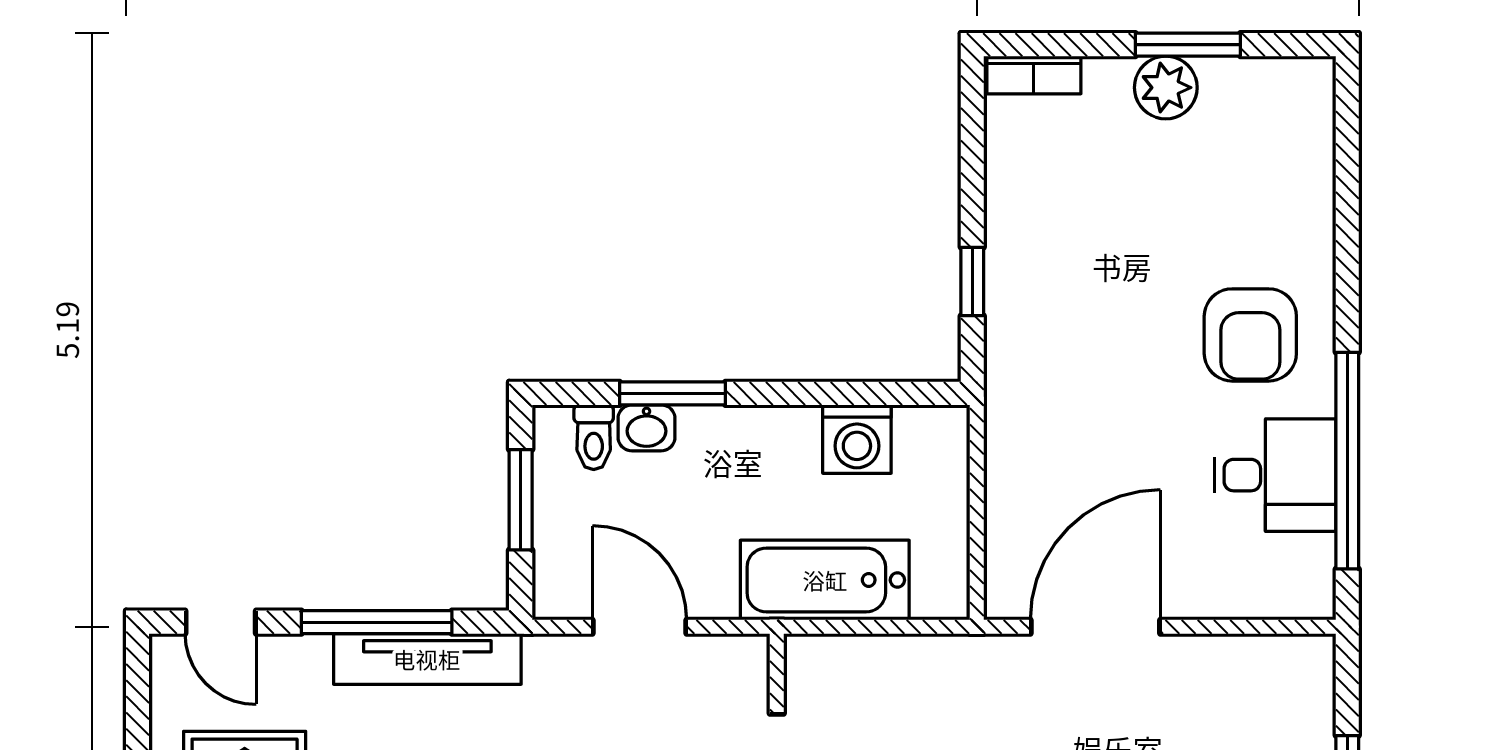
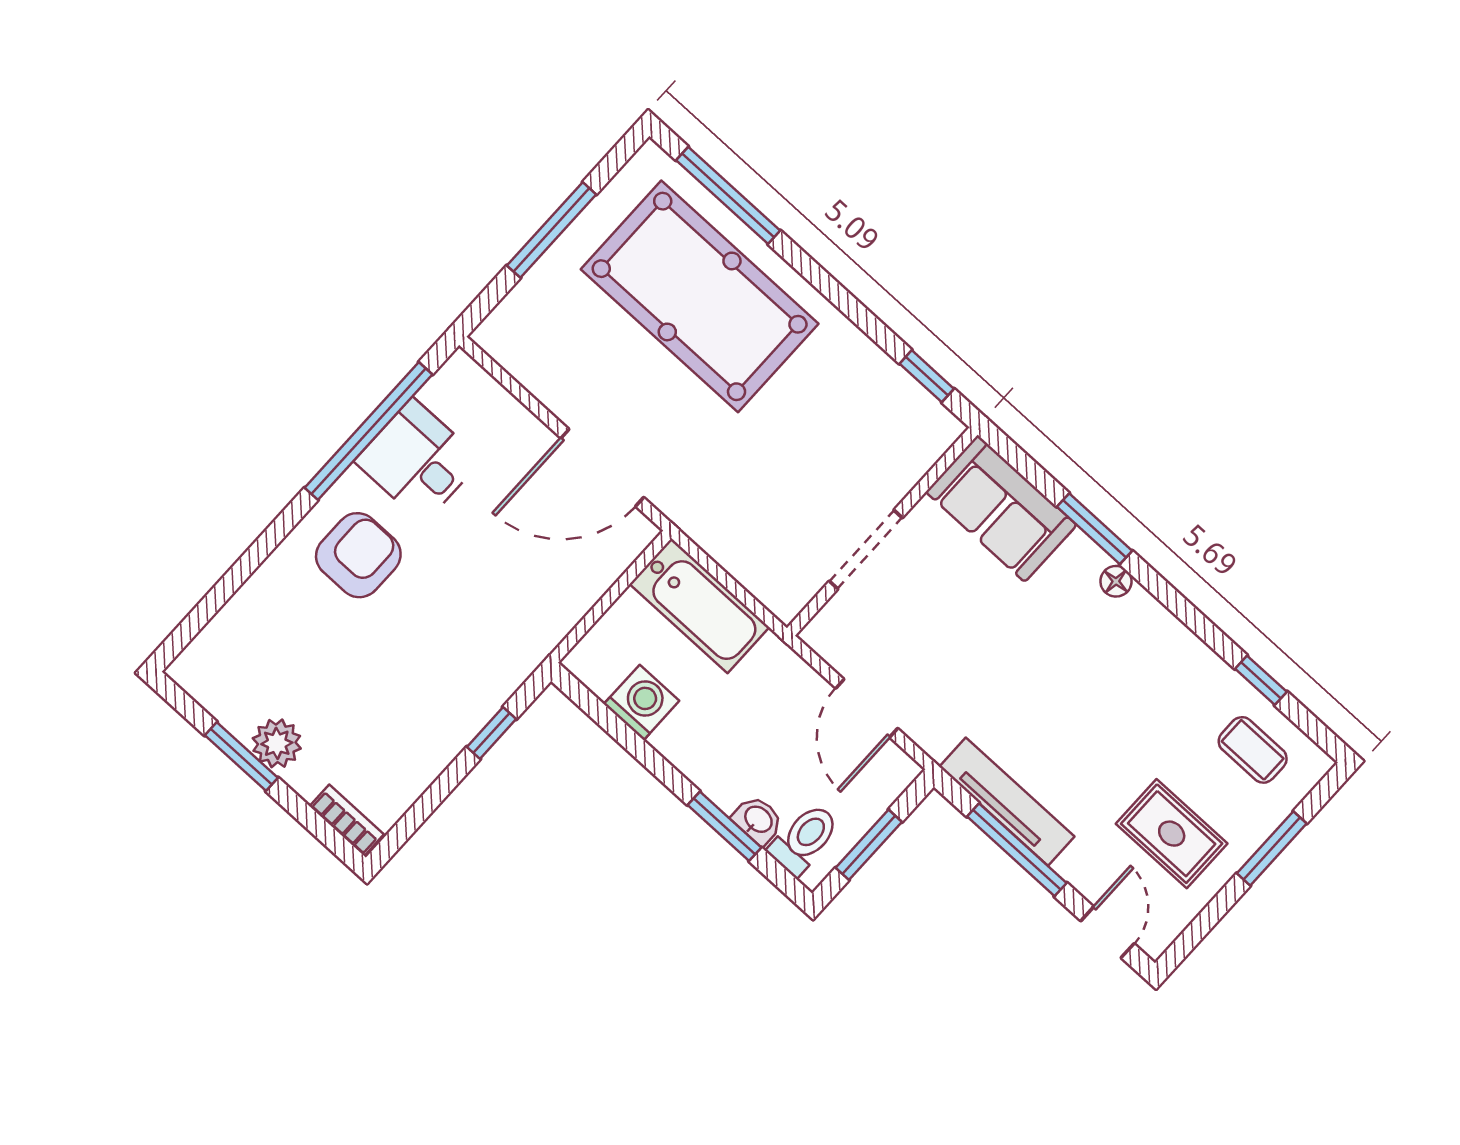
toilet: (594, 437) -> (804, 839), width x1.37, depth x1.39
bathtub: (825, 580) -> (699, 606), moved

